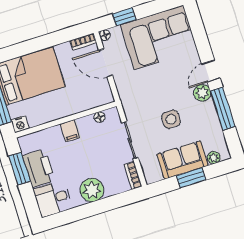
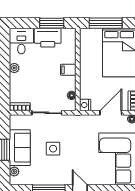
plant: (202, 93) -> (65, 178), removed
nightstand: (20, 124) -> (85, 105), moved
plant: (92, 190) -> (14, 68), width x0.53, depth x0.53

